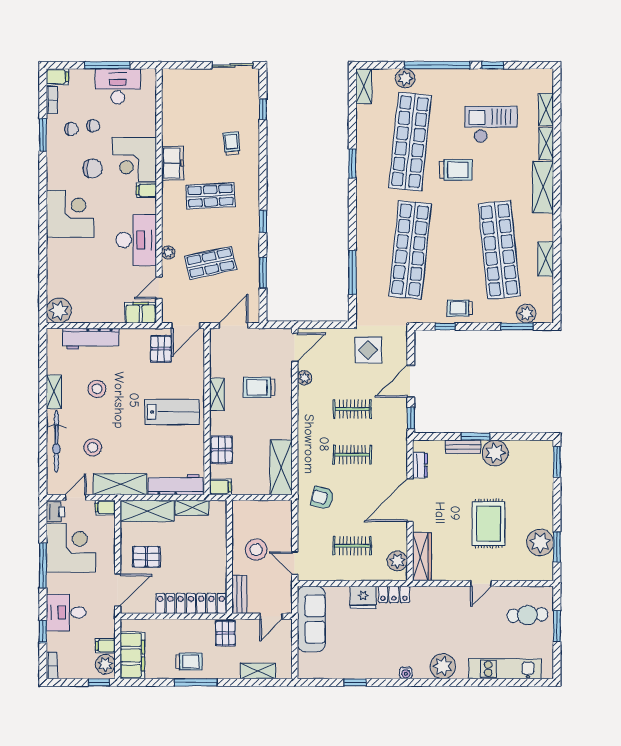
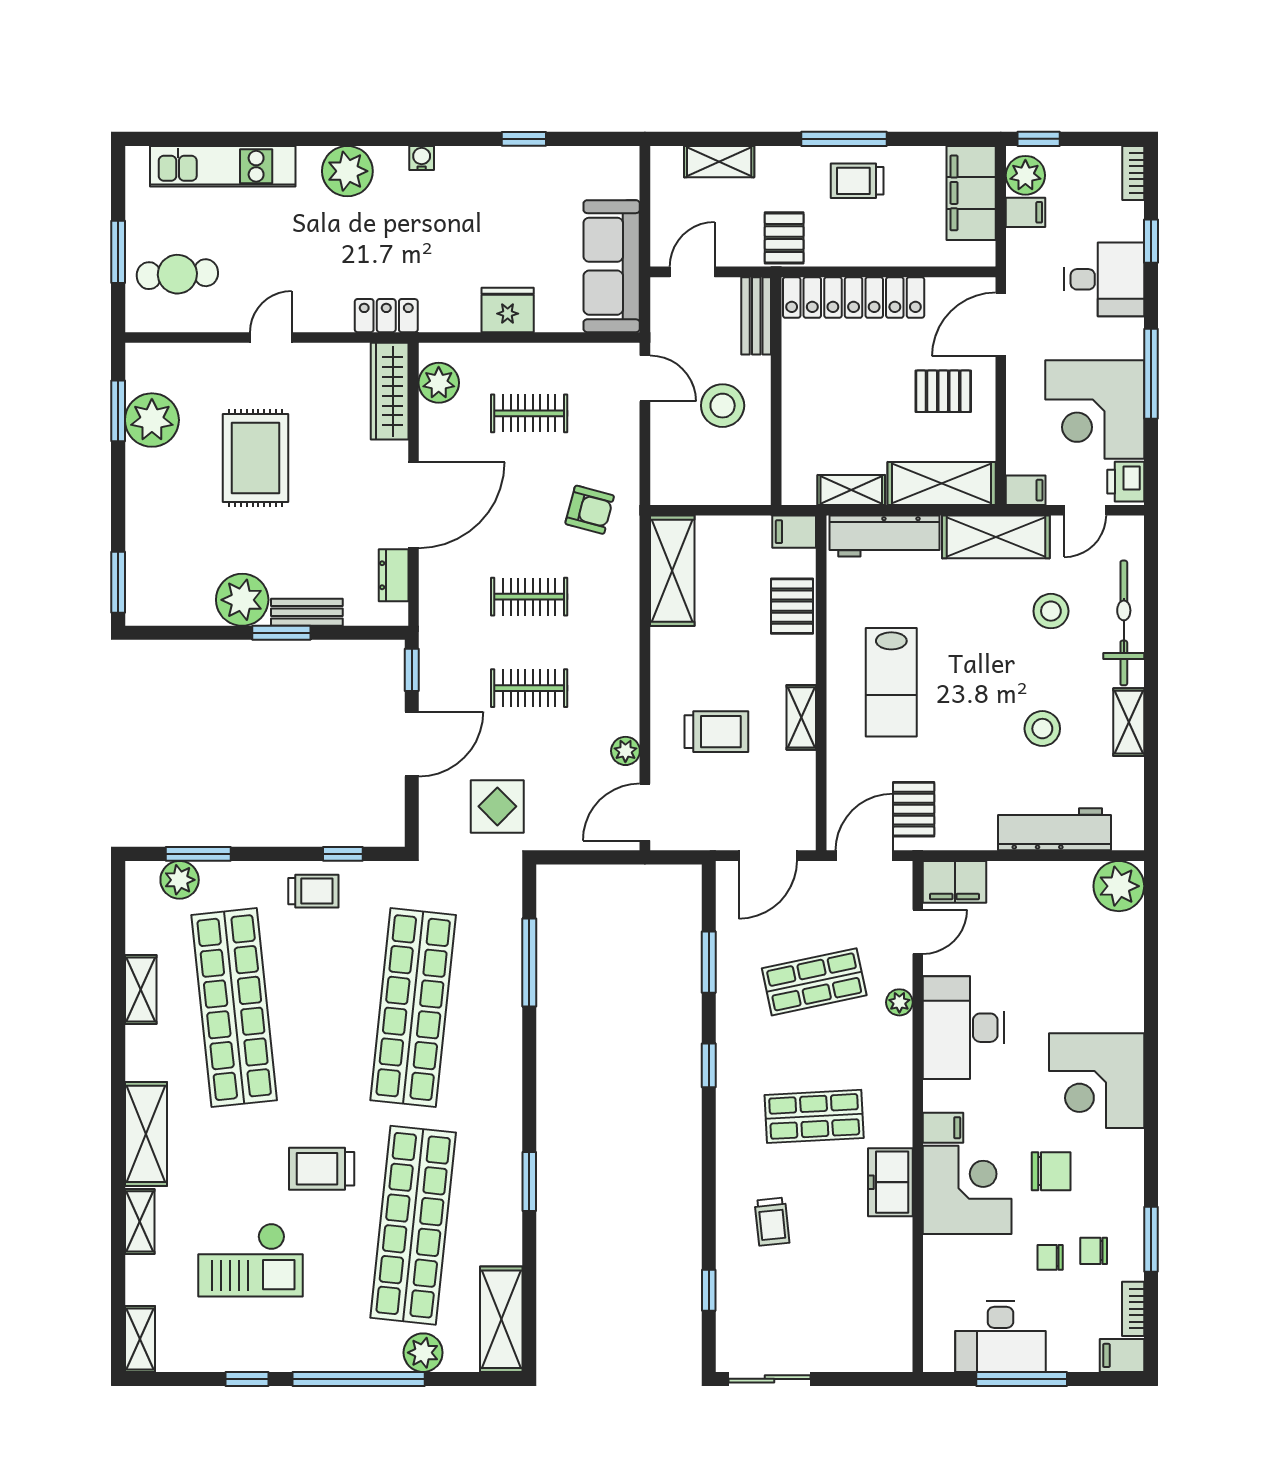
shelving: (364, 86) -> (501, 1319), width x1.50, depth x1.33
shelving: (546, 110) -> (140, 1339), moved
chair: (93, 169) -> (1051, 1171), turned 180
lab bench: (172, 412) -> (891, 682), turned -90
locker: (394, 594) -> (386, 316), moved

